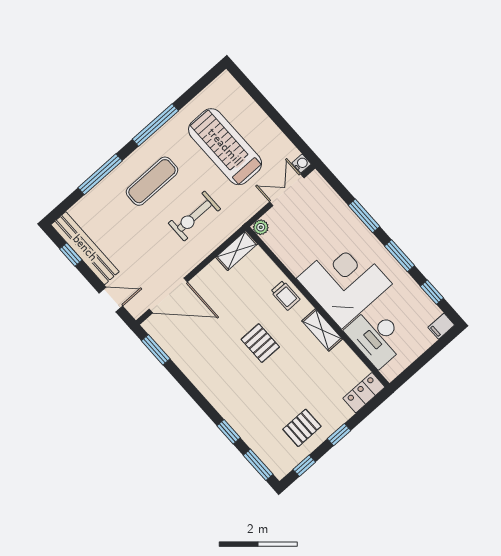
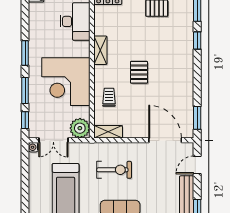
plant: (261, 227) -> (80, 128), width x1.87, depth x1.87
corner desk: (344, 281) -> (66, 82), moved
window: (432, 292) -> (25, 120), moved
trolley: (285, 295) -> (109, 97), moved
door: (111, 300) -> (197, 165), hinge flipped

